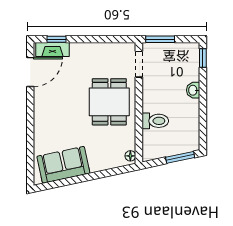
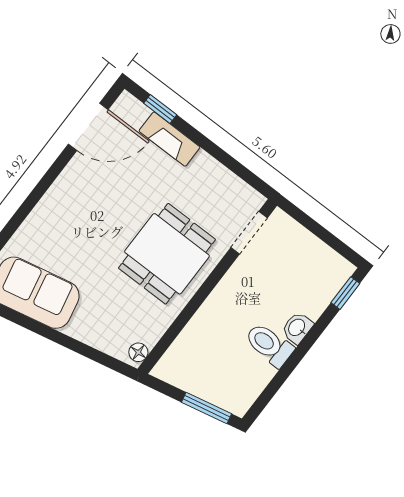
window: (160, 39) -> (306, 221), removed
fireplace: (52, 50) -> (169, 139), moved
toilet: (155, 121) -> (269, 345), moved, turned 180

